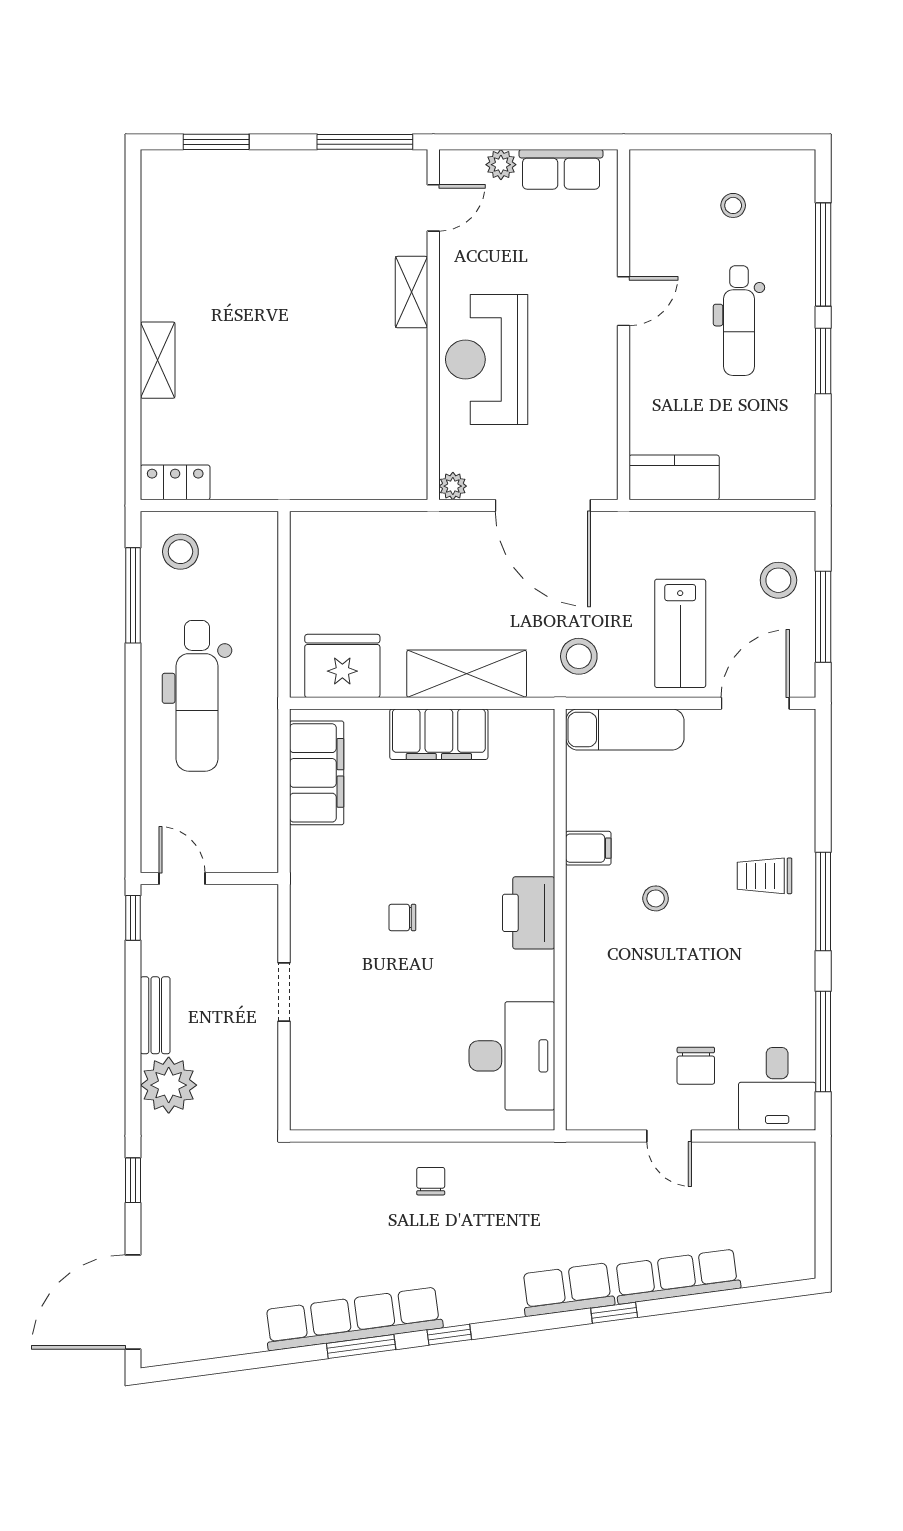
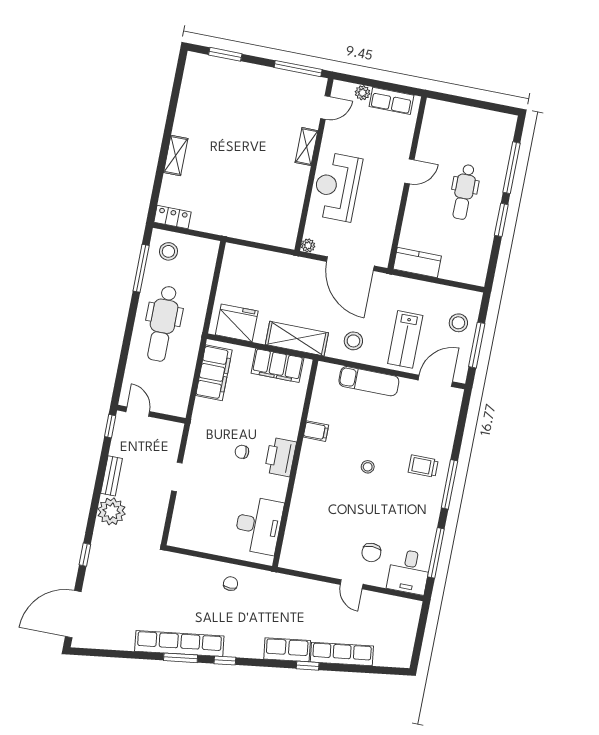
stool: (733, 205) -> (472, 135), removed
filing cabinet: (588, 848) -> (316, 431), moved
printer: (529, 913) -> (280, 457), moved
wall: (560, 920) -> (295, 463), moved
desk: (512, 1056) -> (259, 525), moved

